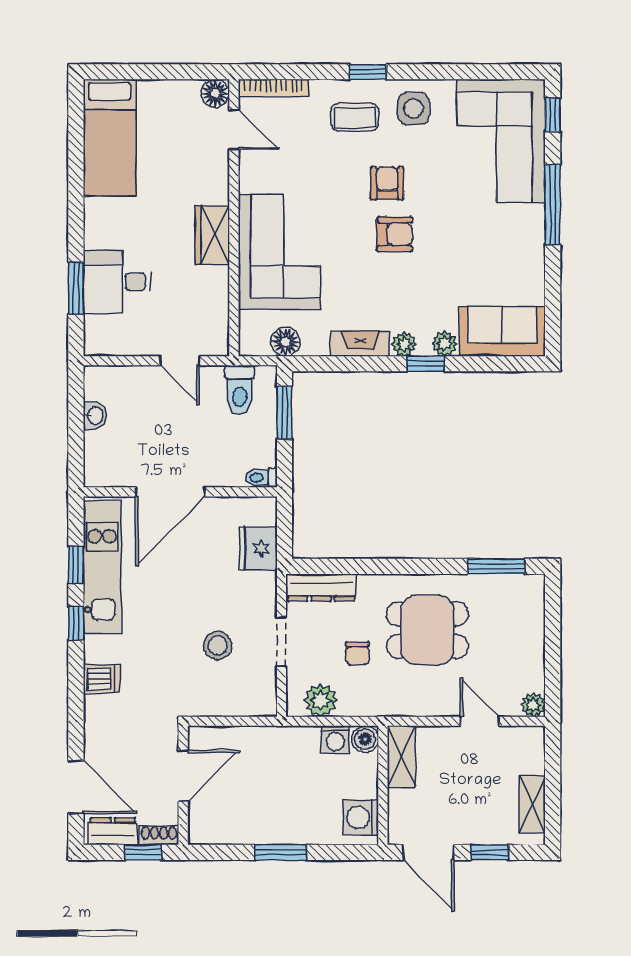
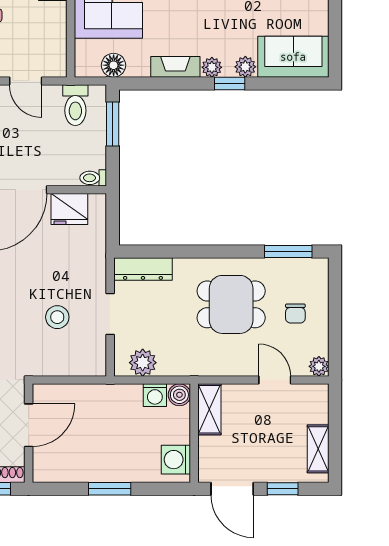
fridge: (258, 548) -> (69, 209), moved, turned -90
chair: (357, 654) -> (295, 313), moved

